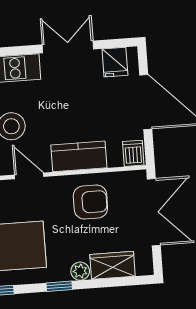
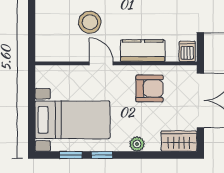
wardrobe: (113, 265) -> (179, 141), moved
window: (59, 286) -> (102, 155), moved

